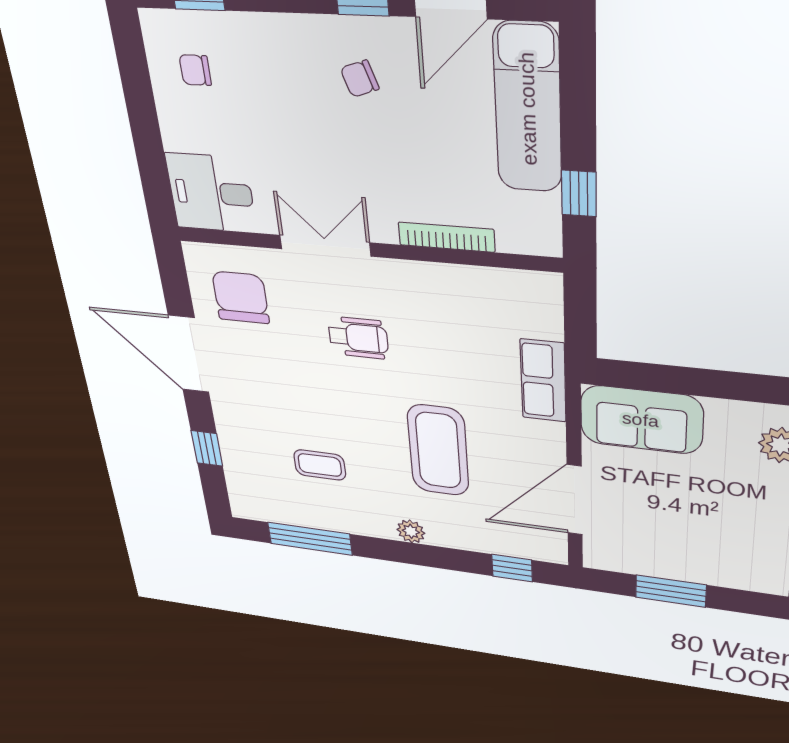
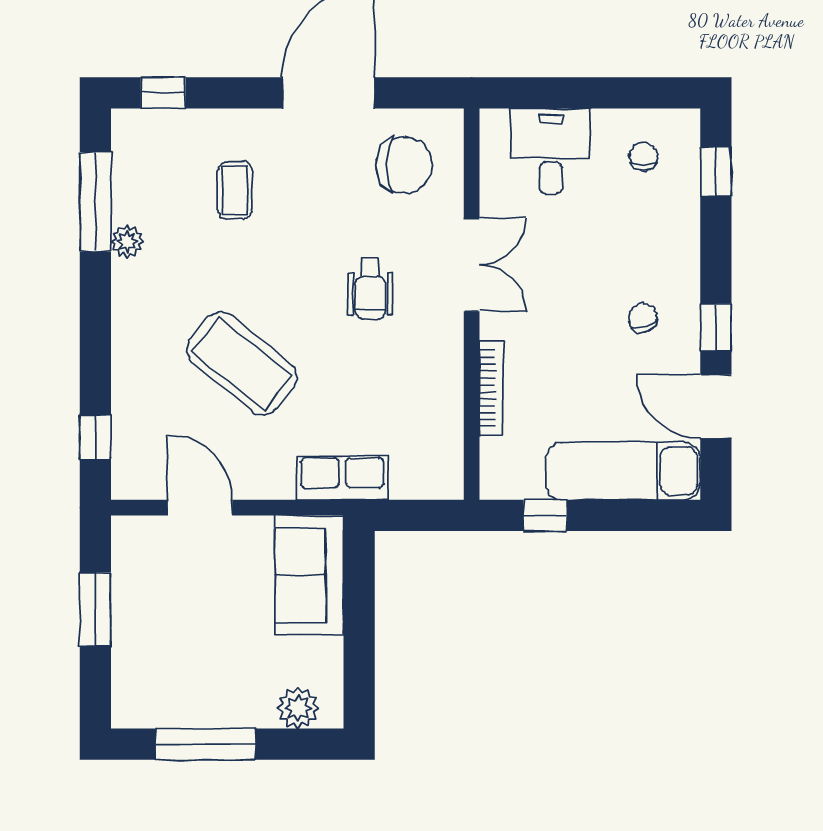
desk: (211, 193) -> (551, 151), moved
window: (207, 448) -> (163, 93), moved
coffee table: (438, 450) -> (242, 364), turned 39
coffee table: (320, 465) -> (235, 190), moved
door: (575, 500) -> (200, 508), width x0.73
plant: (411, 531) -> (127, 242), moved

